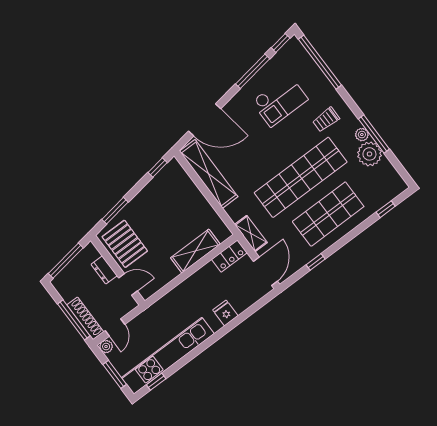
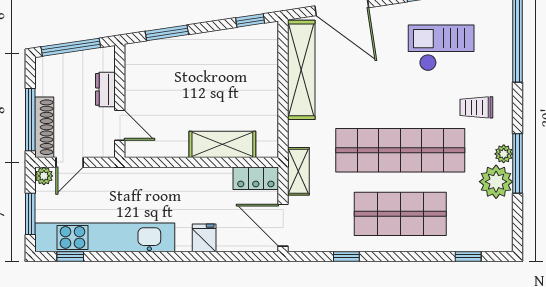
checkout: (280, 101) -> (441, 48), turned 180
pallet: (125, 244) -> (150, 78), removed
door: (265, 271) -> (283, 225), swing flipped

